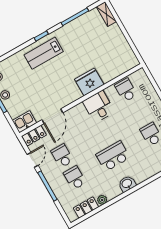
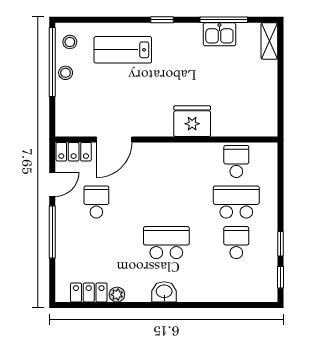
lab bench: (44, 53) -> (123, 50), moved
desk: (99, 107) -> (186, 163), removed
kitchen sink: (24, 122) -> (219, 34), moved, turned 180
school desk: (75, 178) -> (236, 202), moved, width x1.85

